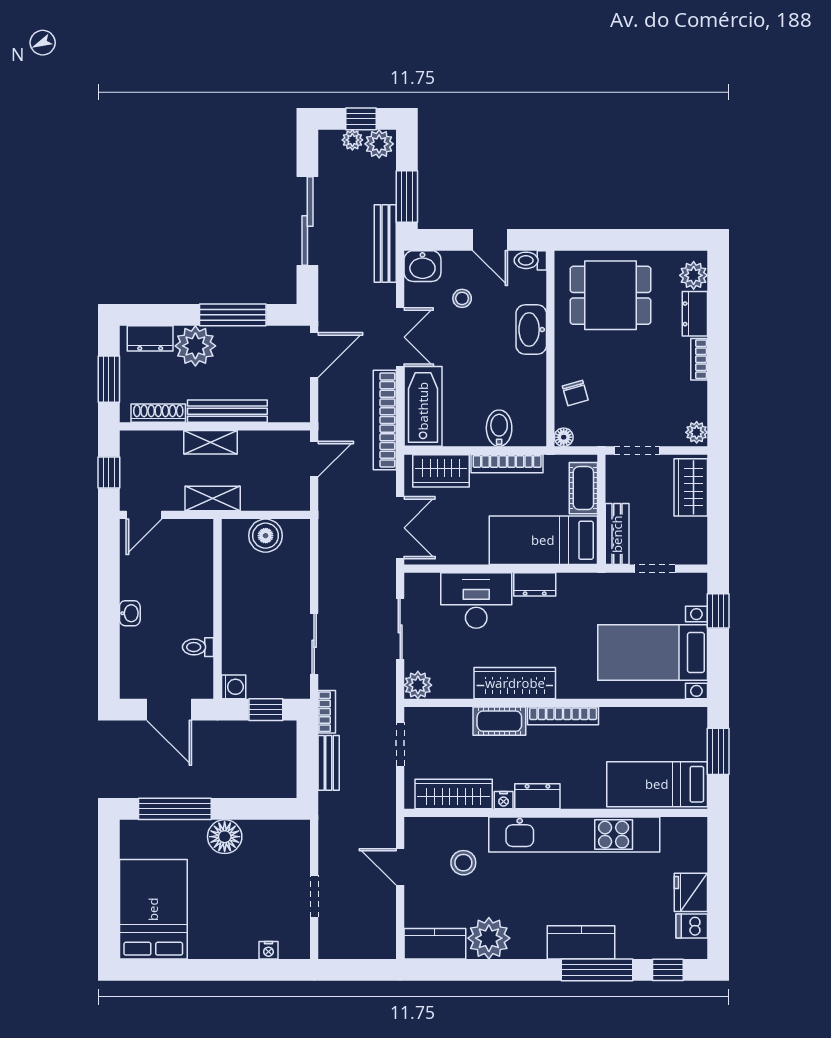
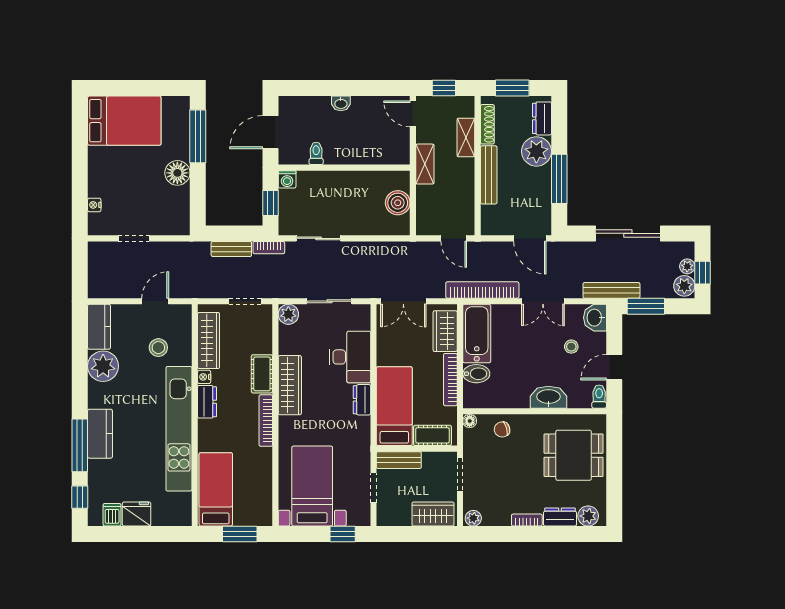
dining table: (611, 295) -> (574, 455), turned 90
bathtub: (423, 406) -> (477, 334), moved, turned -90
shelving: (211, 442) -> (466, 137), moved

